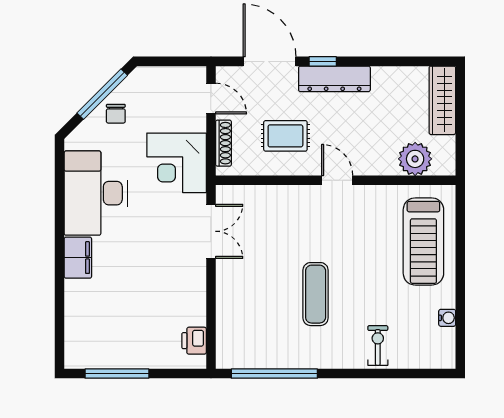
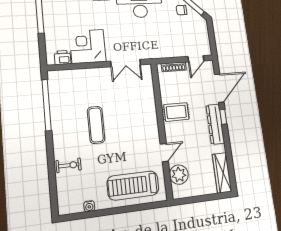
wardrobe: (442, 100) -> (222, 173), moved, turned -90
rug: (285, 136) -> (176, 112), moved, turned 90
corner desk: (177, 163) -> (88, 46), moved
door: (337, 180) -> (164, 153), moved
exercise mat: (316, 294) -> (96, 125), turned 90

